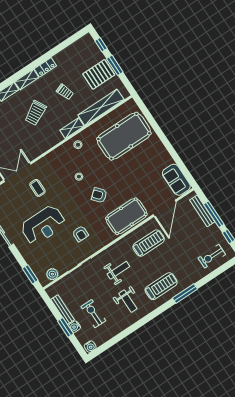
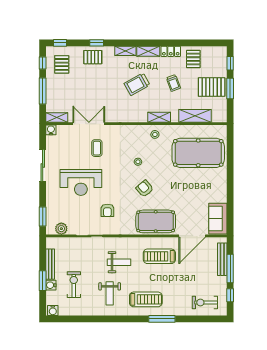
pallet: (68, 61) -> (193, 59), added
shelving: (101, 107) -> (195, 116), width x0.68
treadmill: (149, 243) -> (159, 256), turned 180

